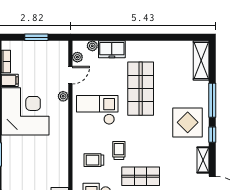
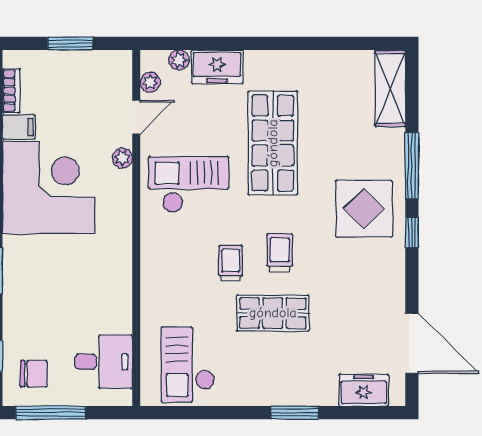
trolley: (94, 160) -> (280, 253), moved, turned 90
shelving: (203, 160) -> (394, 282), removed

